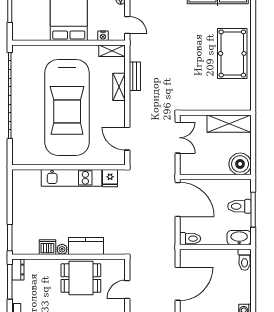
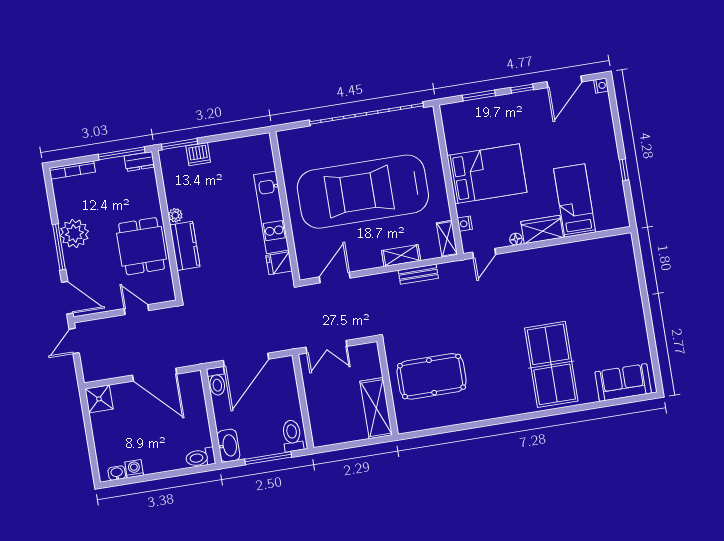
pool table: (232, 53) -> (432, 376), moved
double door: (178, 138) -> (326, 347), moved
boiler: (240, 164) -> (325, 431), removed
door: (178, 199) -> (246, 360), moved
toilet: (239, 206) -> (292, 436), moved
dishwasher: (47, 247) -> (198, 154), moved, turned 90

